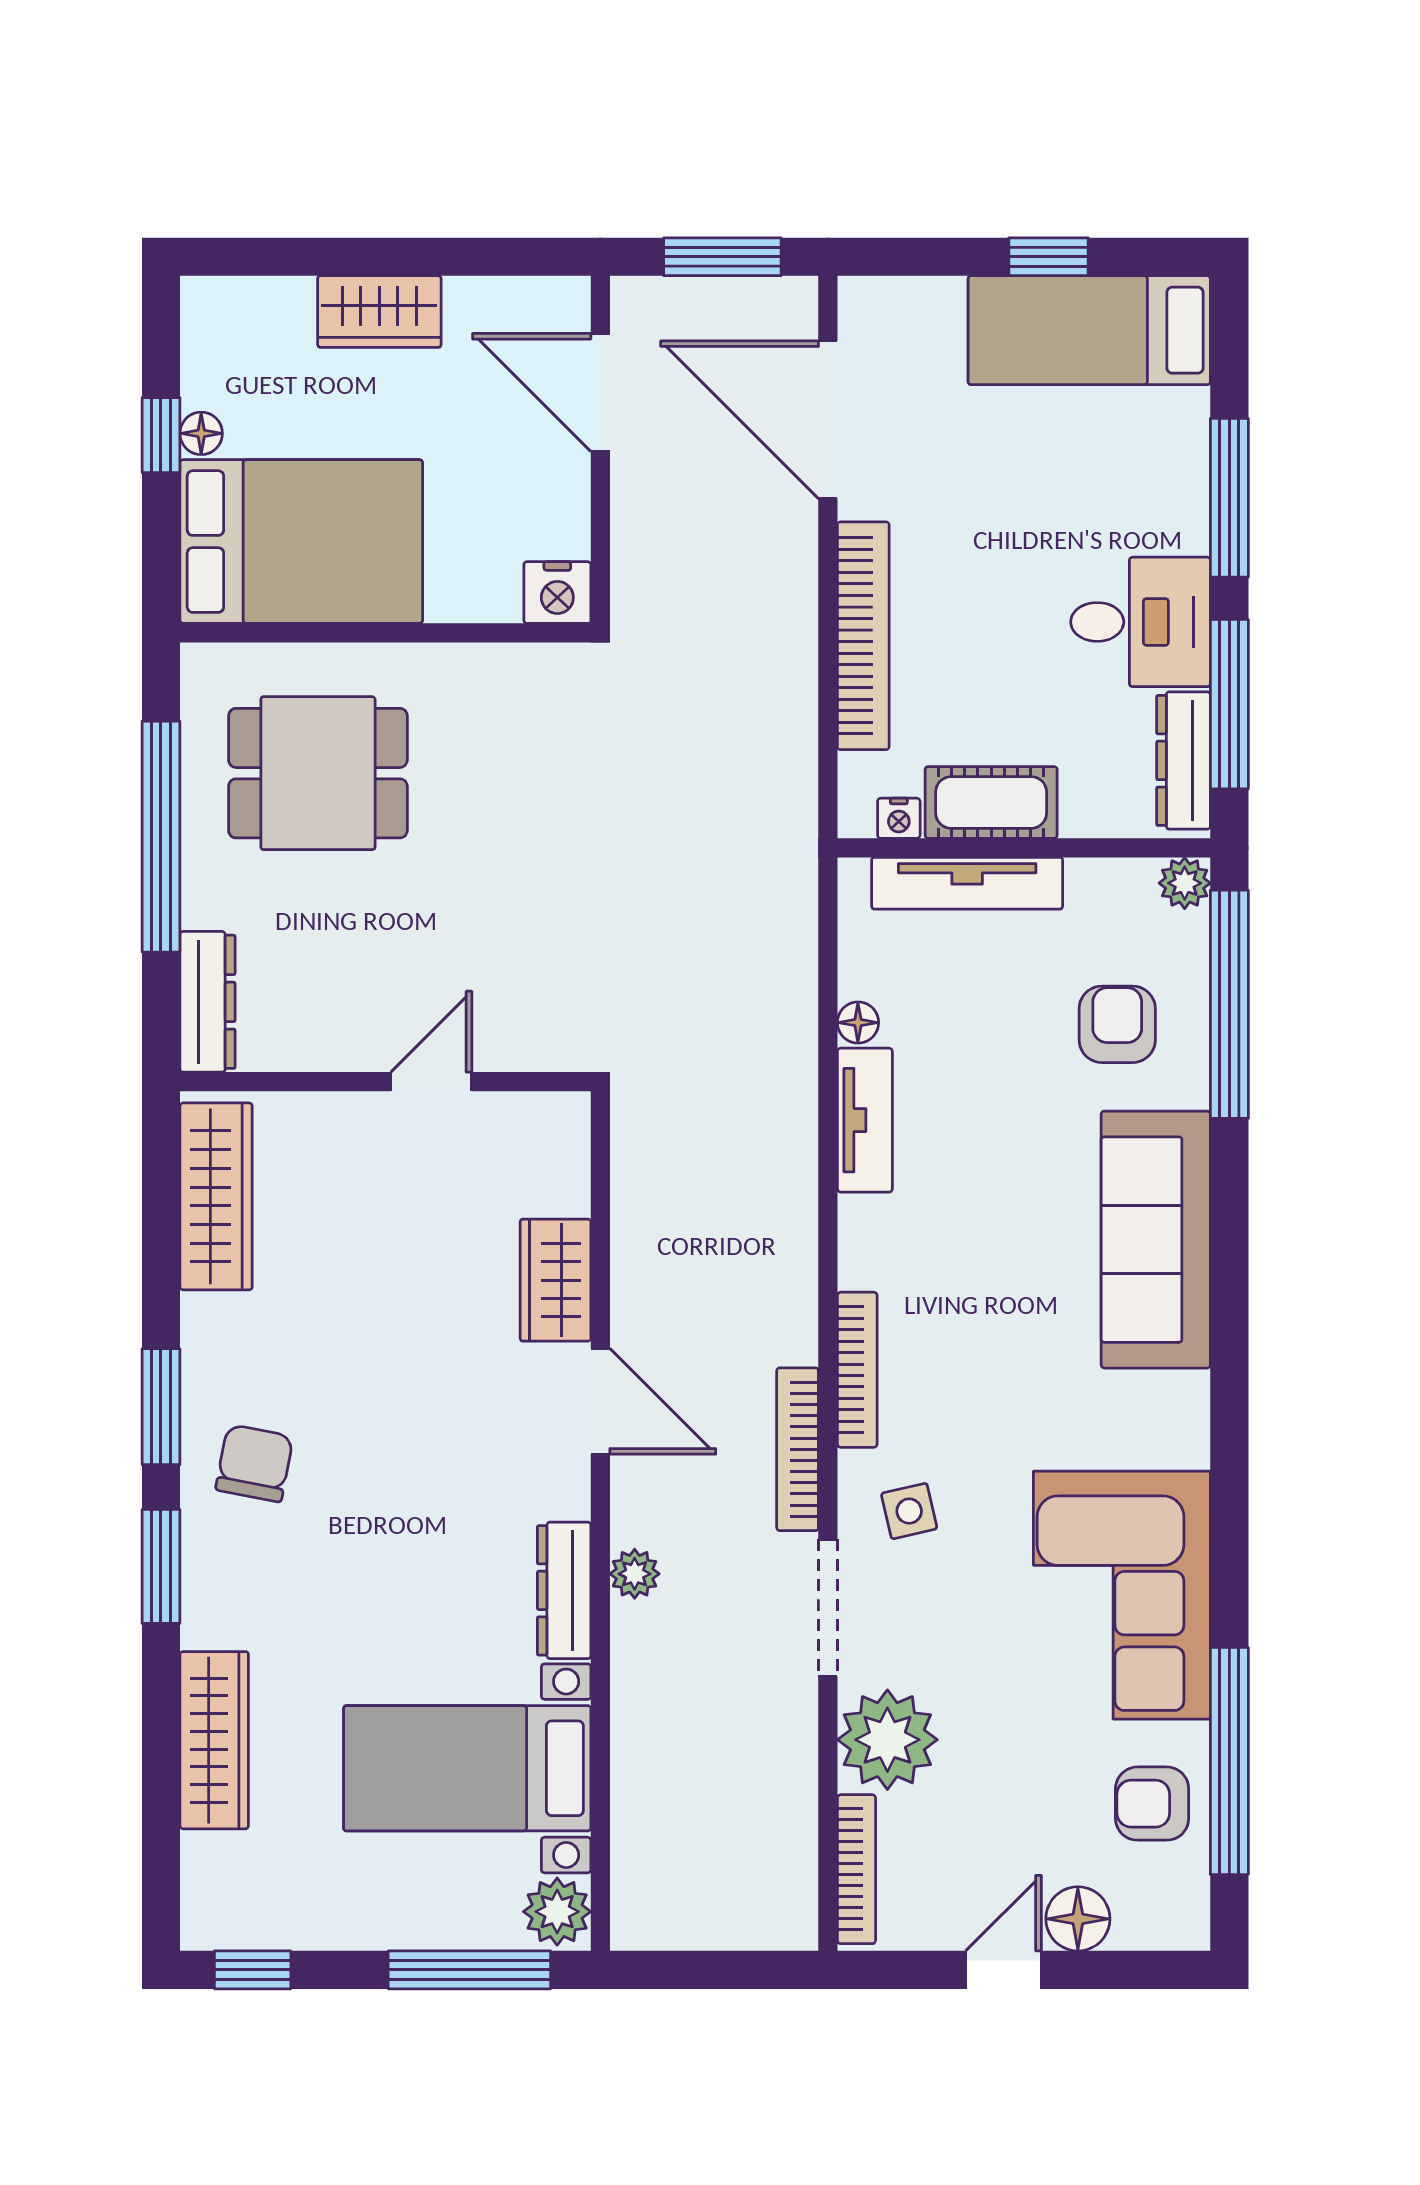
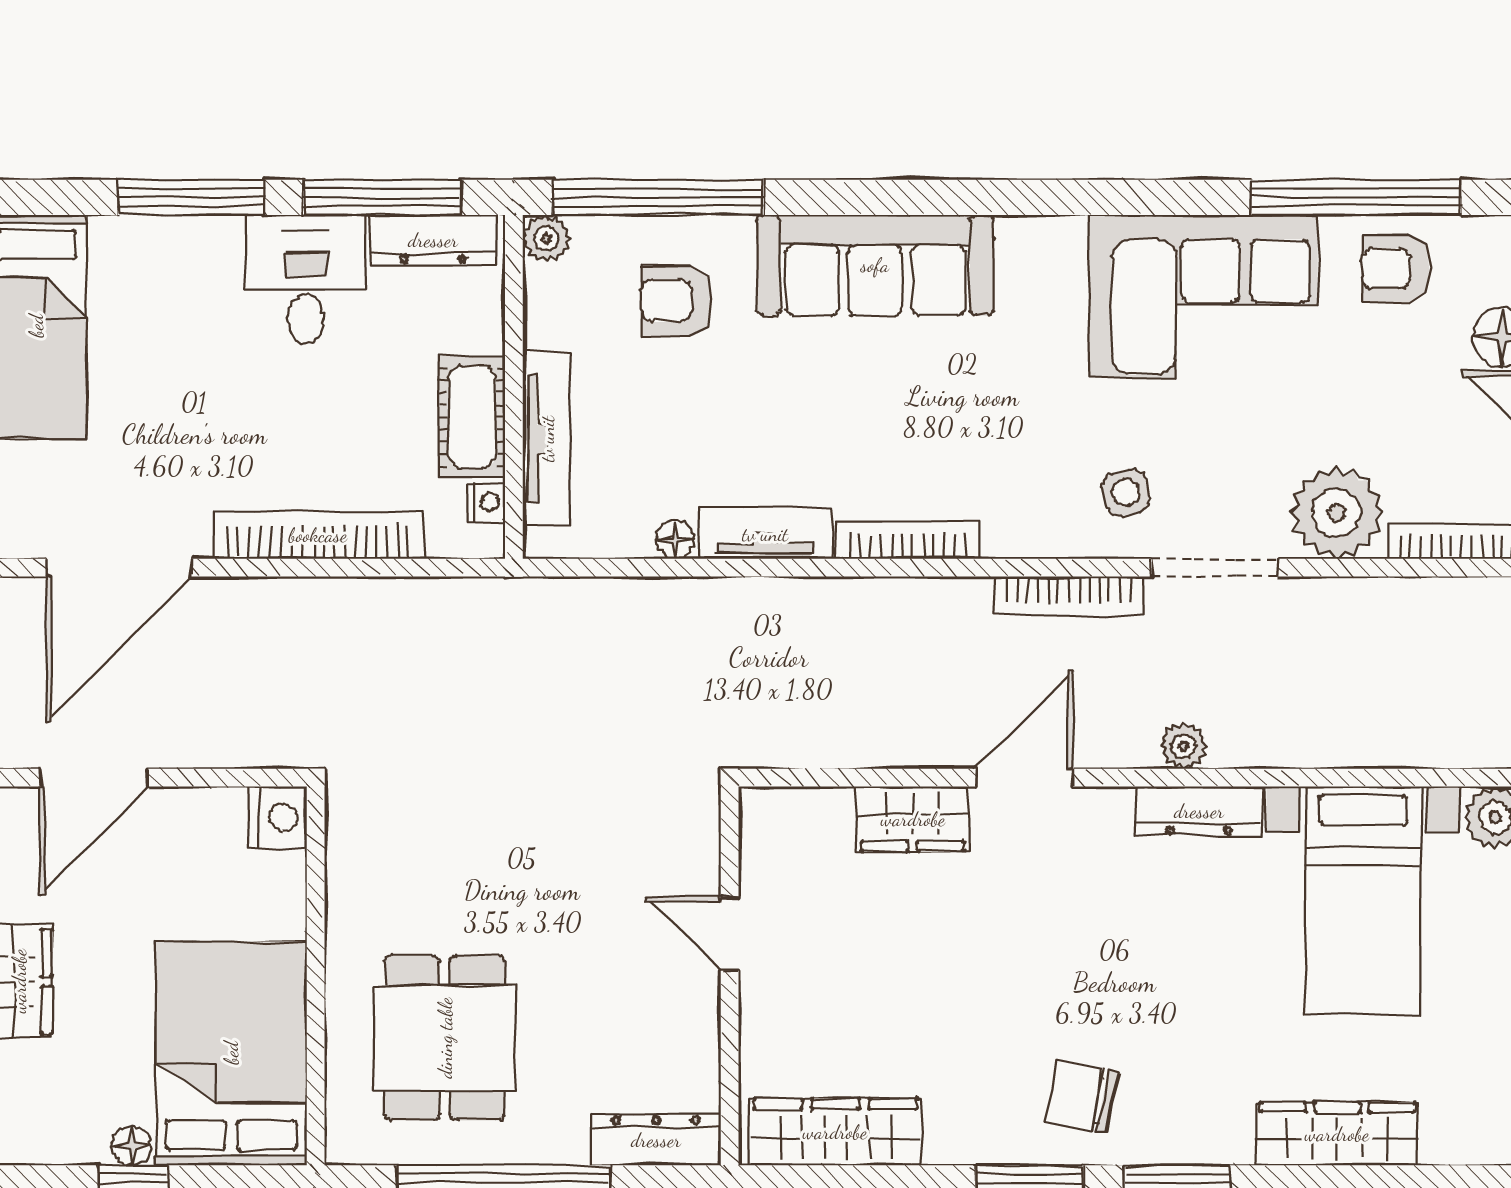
bookcase: (857, 1370) -> (908, 541), moved
armchair: (1152, 1804) -> (1396, 269), turned 90

